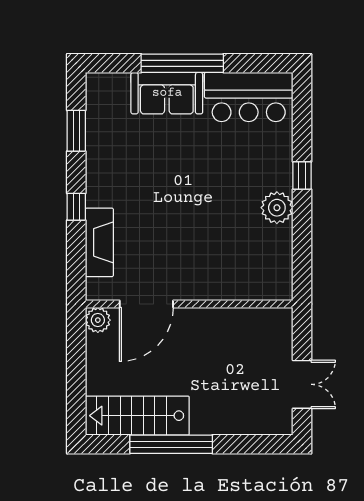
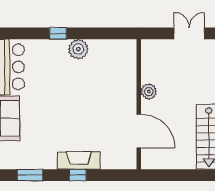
fireplace: (99, 242) -> (79, 161), moved
plant: (98, 320) -> (149, 91), moved

